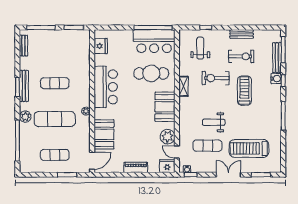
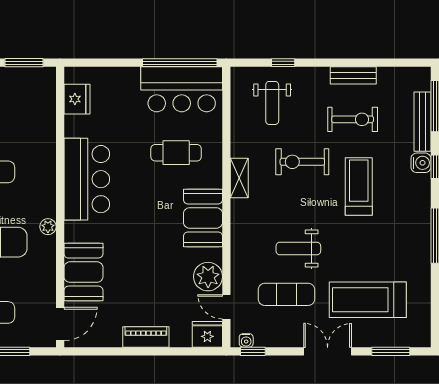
weight bench: (200, 48) -> (272, 103), turned 180
cafe table: (151, 73) -> (176, 153), width x0.73, depth x0.74

